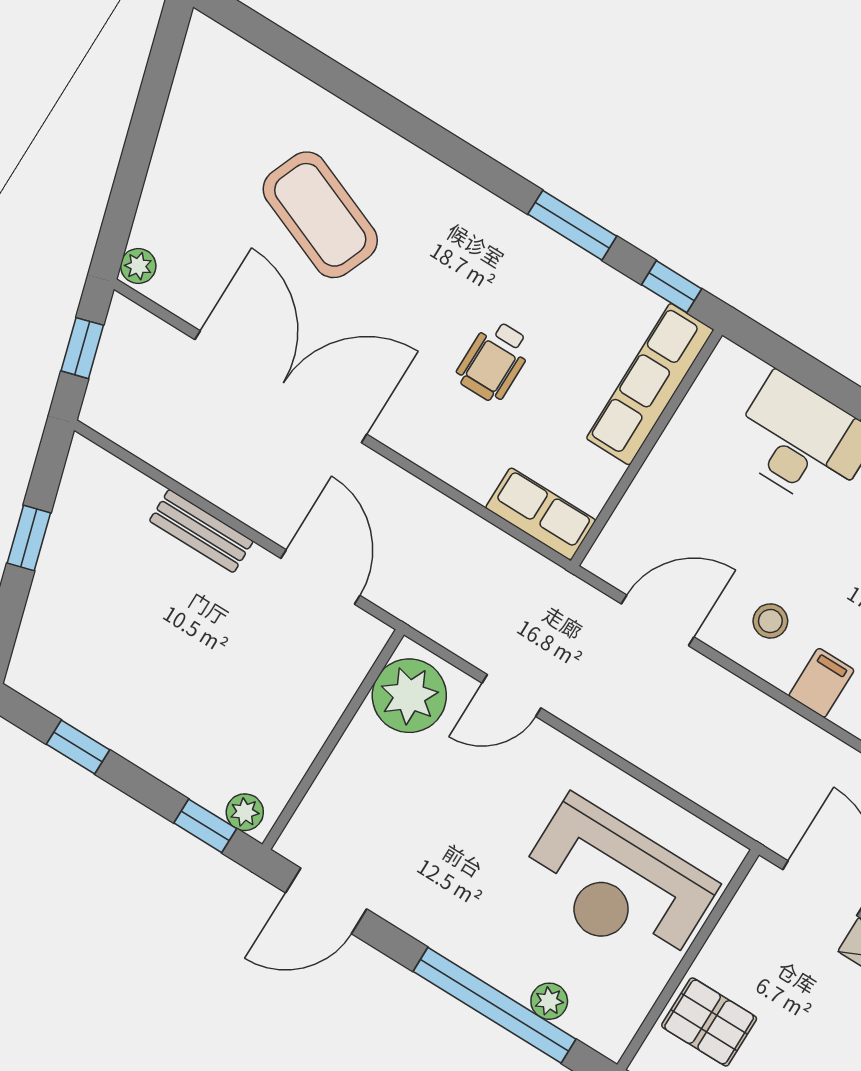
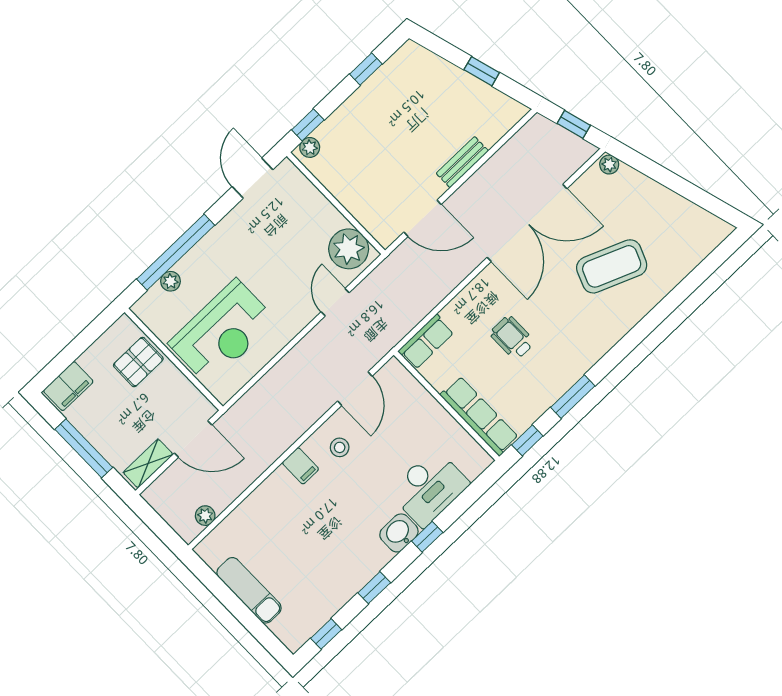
reception desk: (616, 885) -> (222, 332), turned 180

